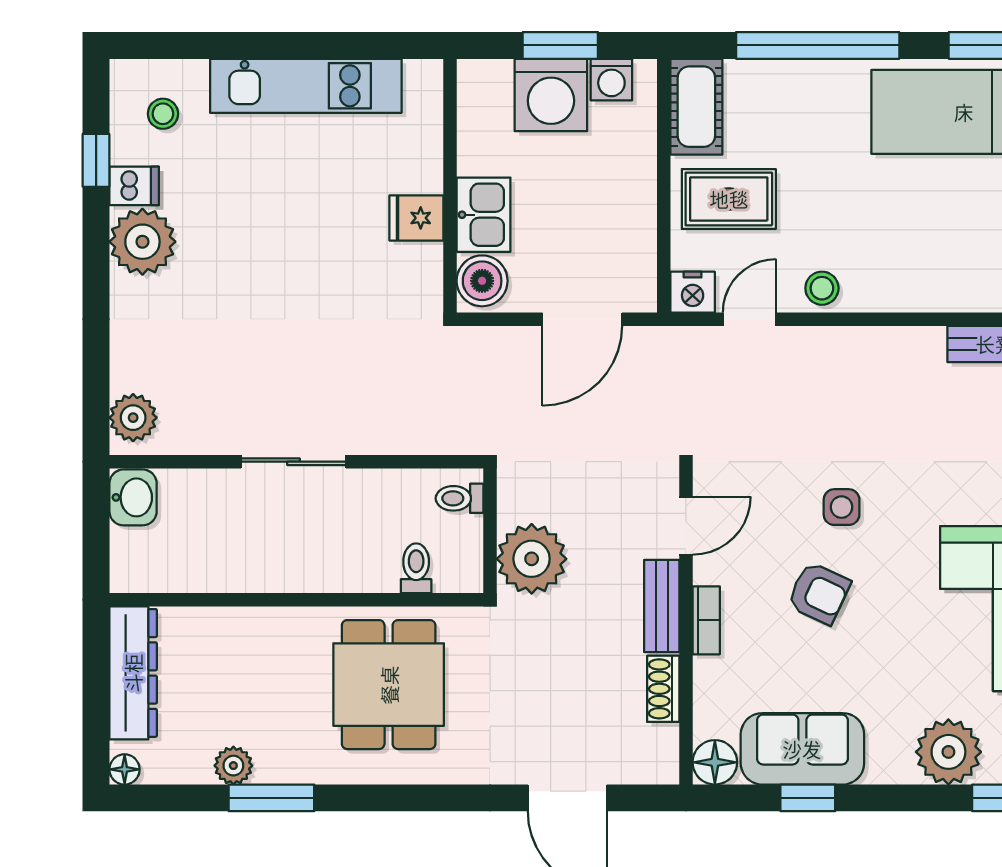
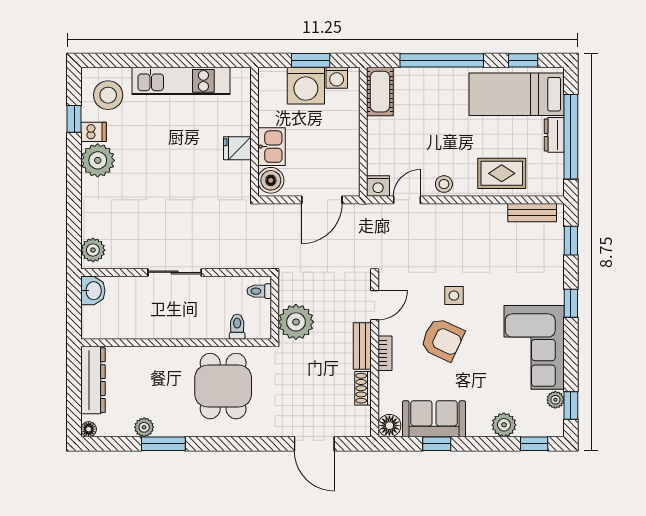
stool: (163, 114) -> (108, 95), width x1.89, depth x1.89
rug: (729, 199) -> (502, 173), moved
armchair: (819, 593) -> (442, 339), width x1.38, depth x1.38
plant: (948, 752) -> (504, 425), width x0.73, depth x0.73

